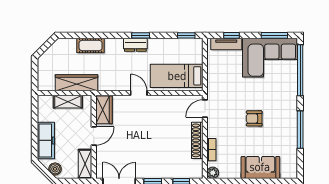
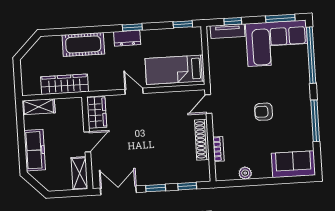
cot: (91, 46) -> (83, 44), width x1.37, depth x1.34
shelving: (68, 102) -> (39, 107), moved
sofa: (260, 167) -> (293, 164), moved
boiler: (55, 169) -> (47, 181), removed
plant: (213, 173) -> (245, 173), moved

